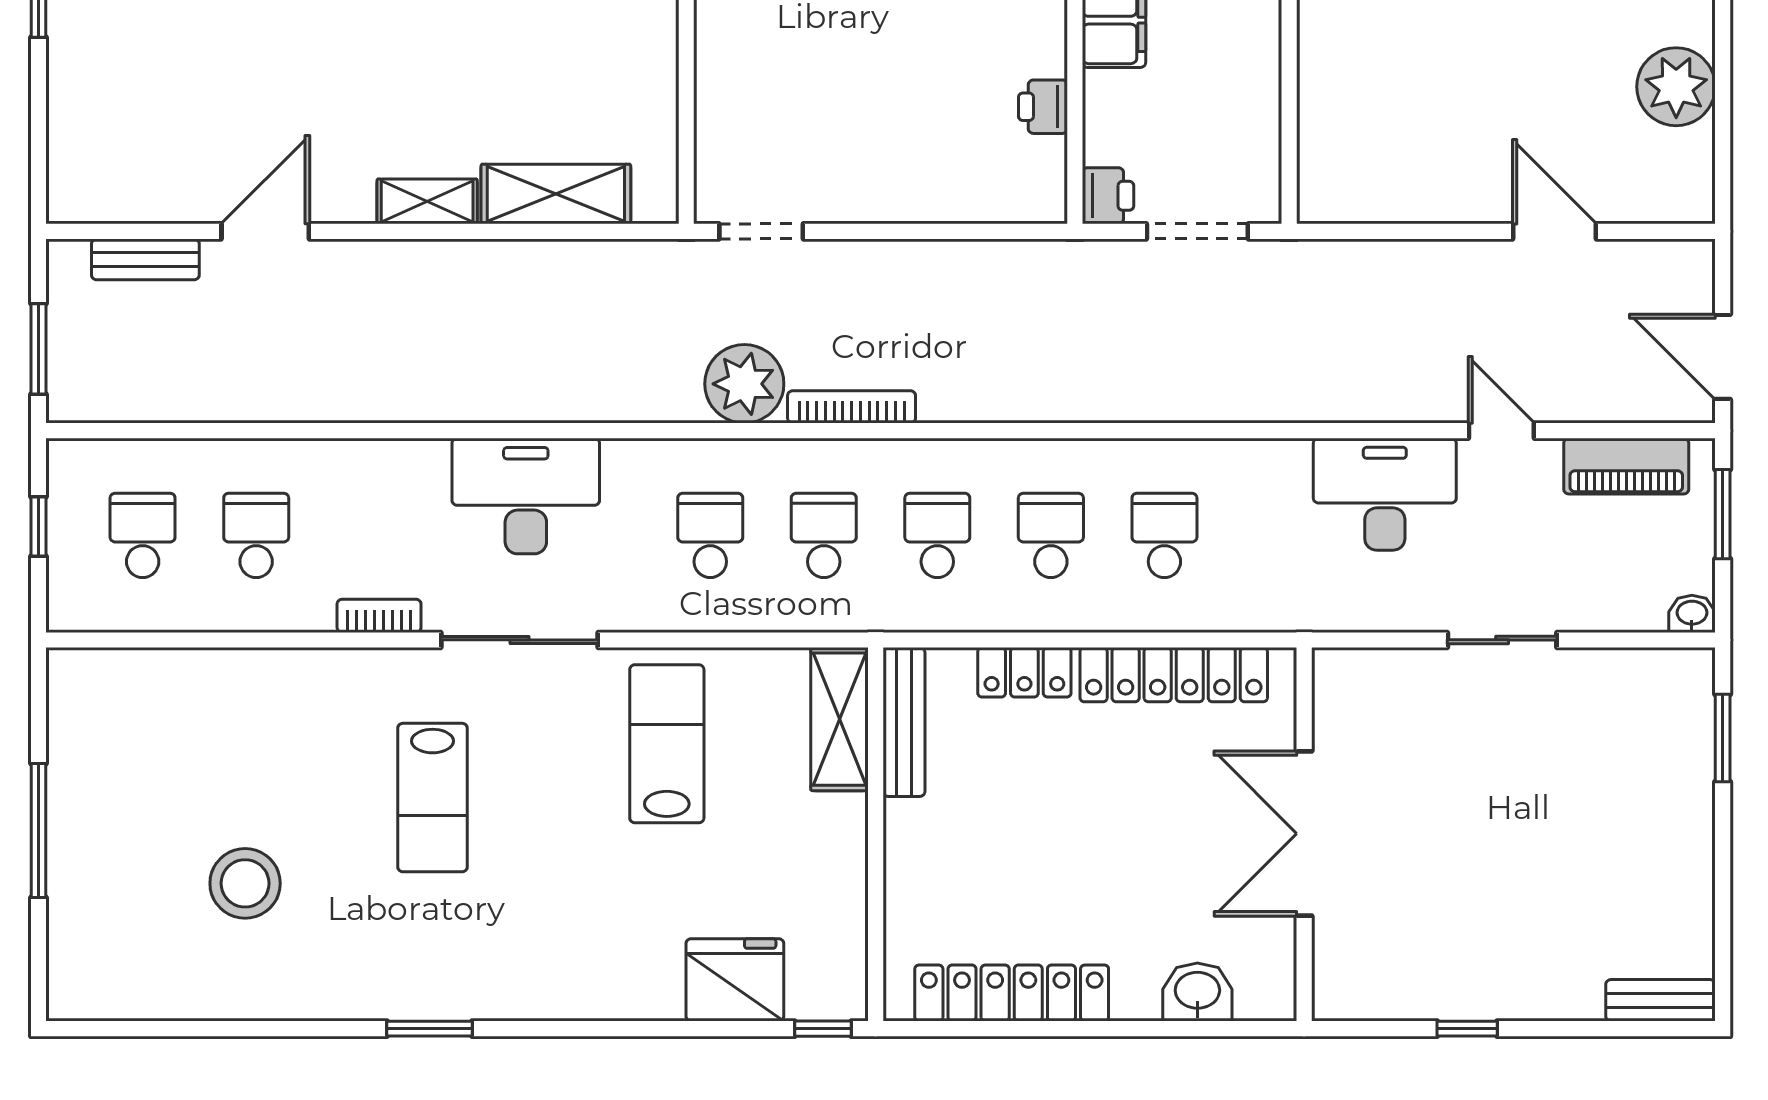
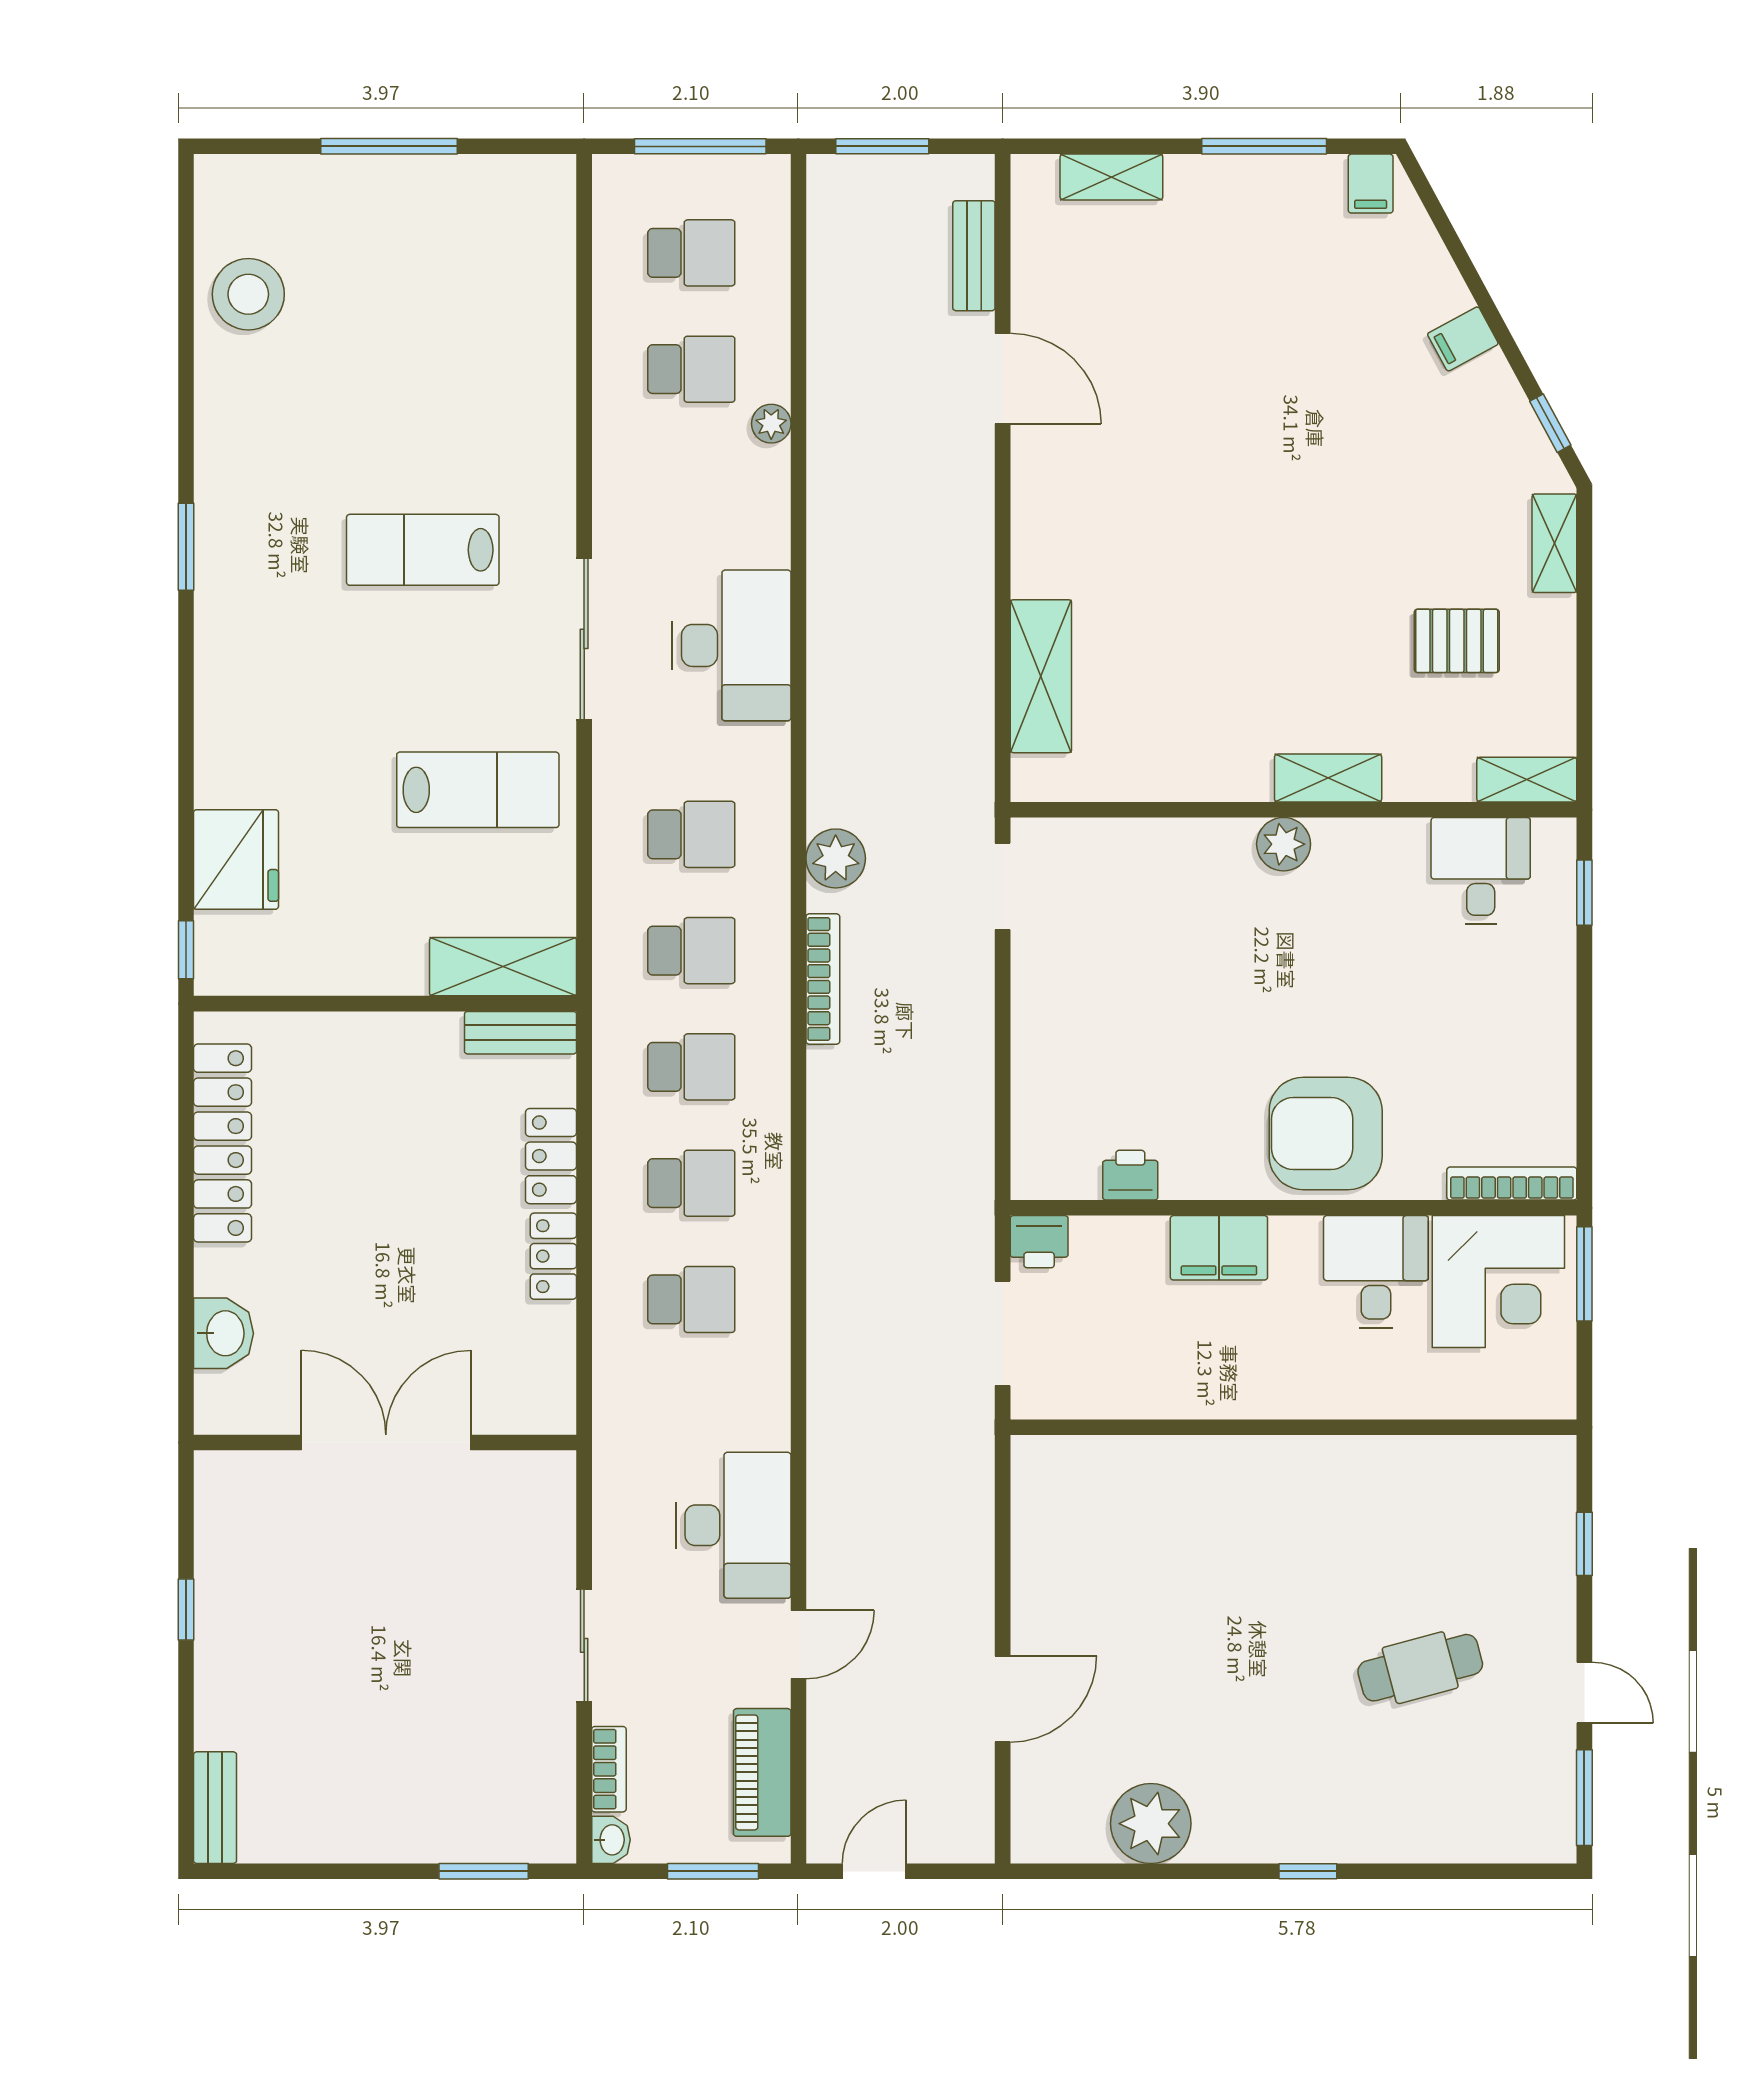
shelving: (427, 201) -> (1111, 177), moved, turned 90
door: (1723, 357) -> (874, 1871), width x0.73
plant: (744, 384) -> (836, 858), width x0.73, depth x0.73
plant: (309, 457) -> (771, 424), added
window: (38, 527) -> (700, 146), width x2.17
bookcase: (379, 616) -> (609, 1769), moved
locker: (1174, 675) -> (553, 1256), width x0.46, depth x0.83
bench: (904, 722) -> (520, 1033), width x0.73
stool: (245, 883) -> (248, 294), moved

